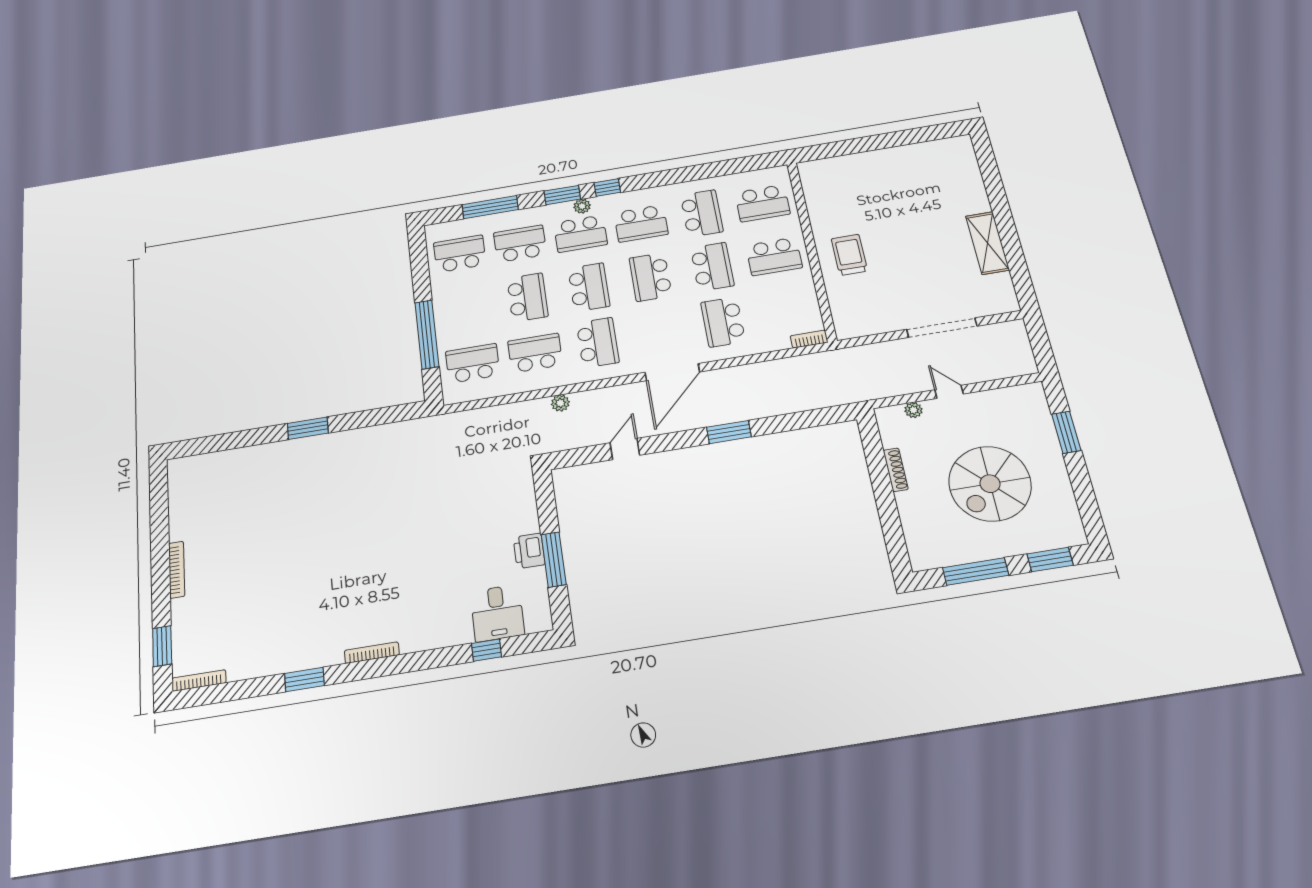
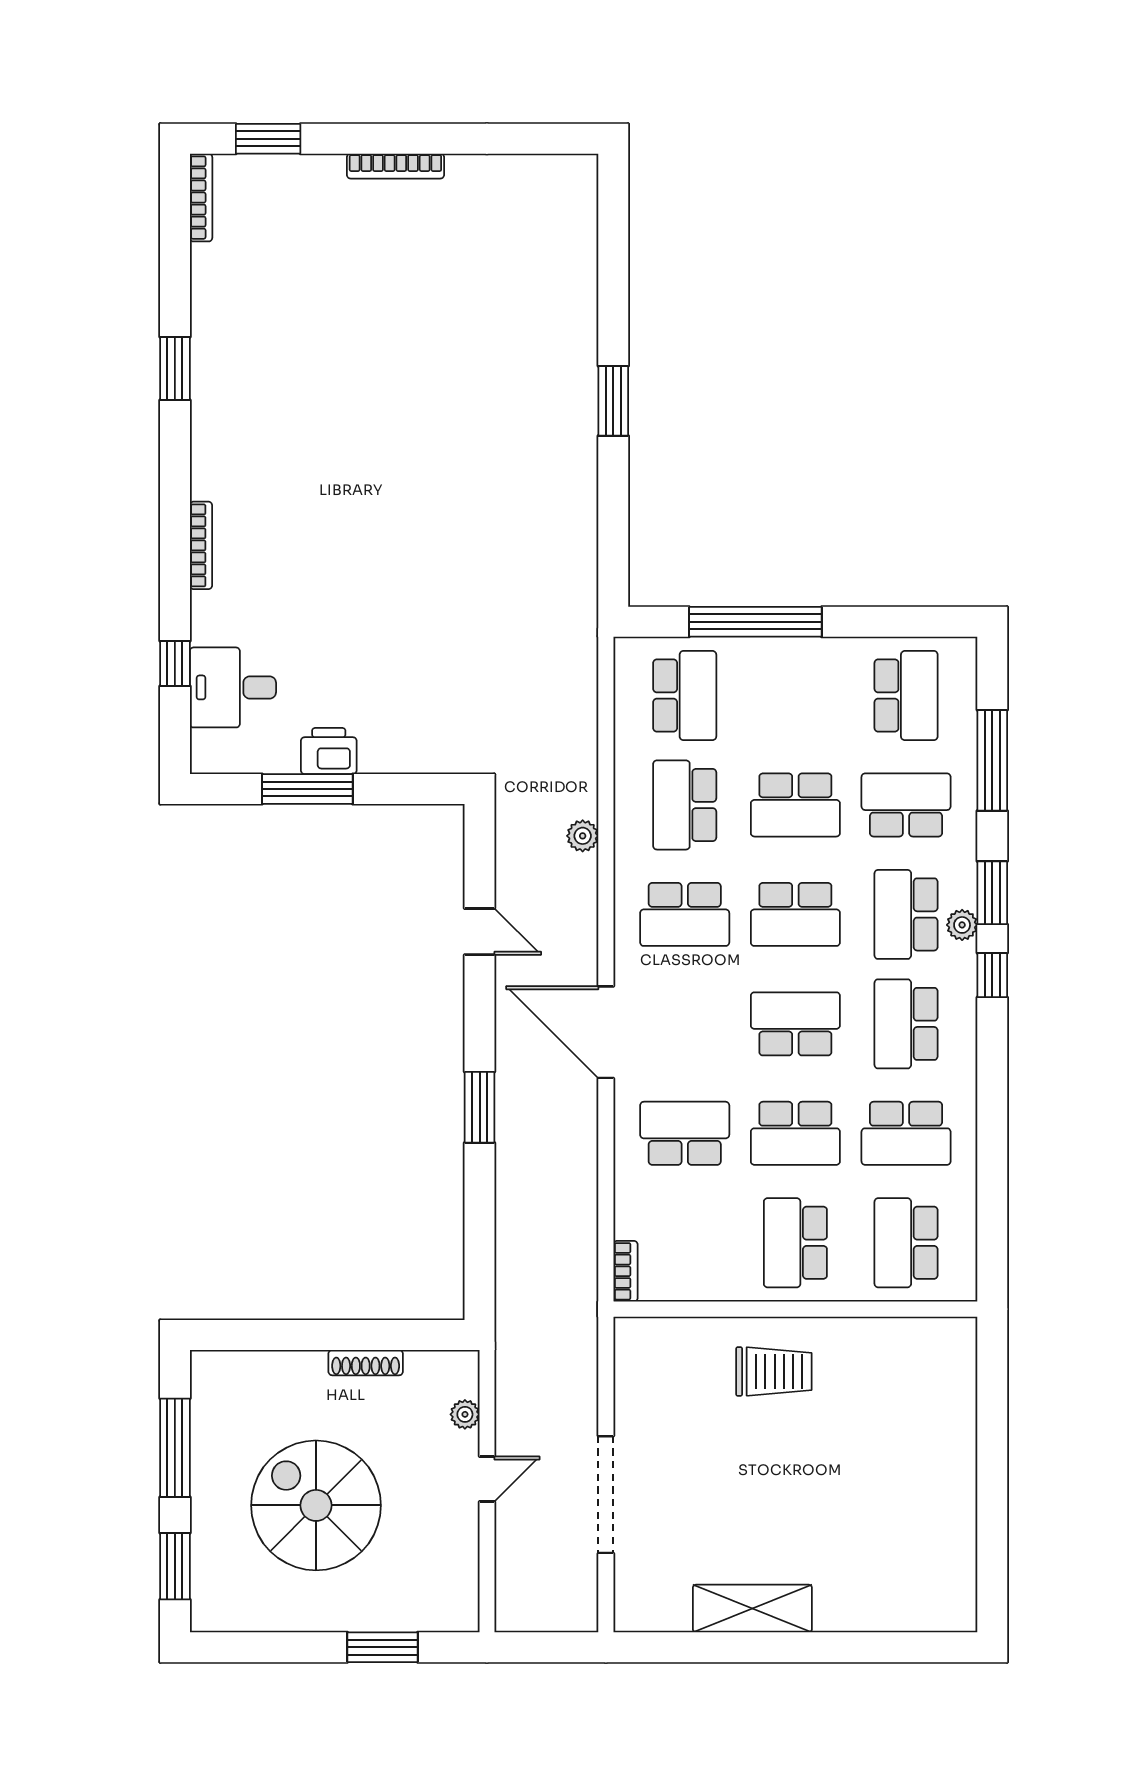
school desk: (520, 244) -> (906, 805), turned -90
school desk: (535, 353) -> (685, 805), turned 180
bookcase: (372, 653) -> (201, 545), moved

